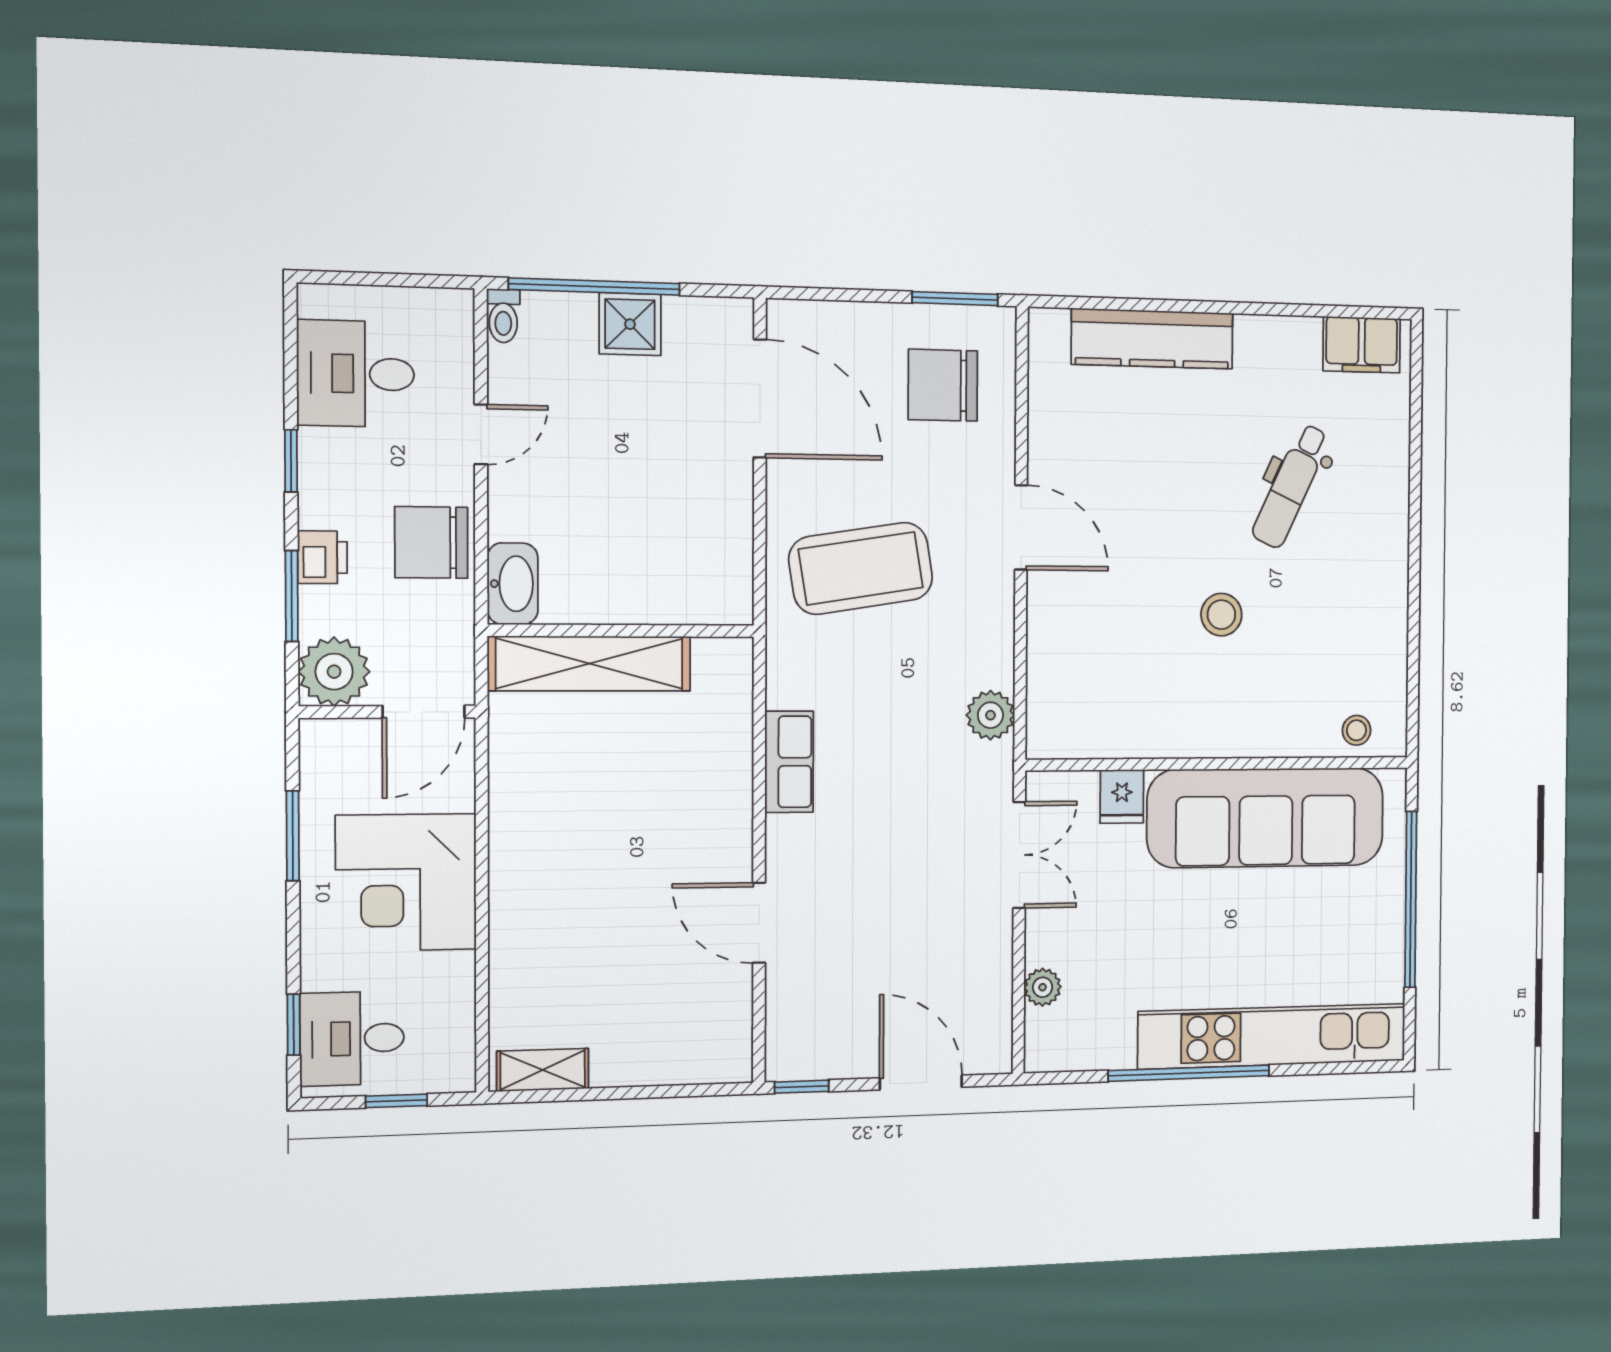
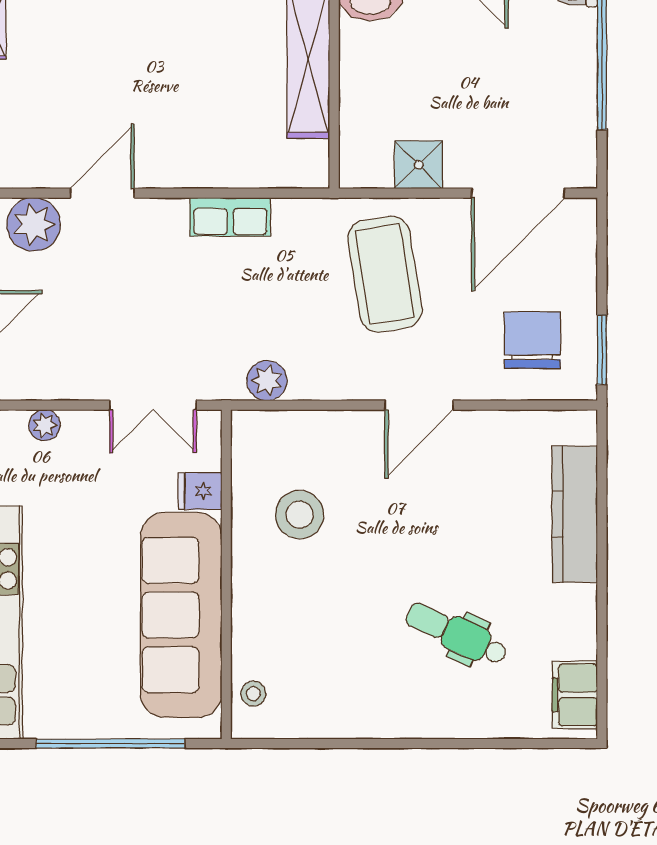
shower: (630, 324) -> (419, 165), moved
stool: (1221, 615) -> (300, 515), moved, width x1.38, depth x1.38
plant: (798, 1007) -> (34, 224), added

